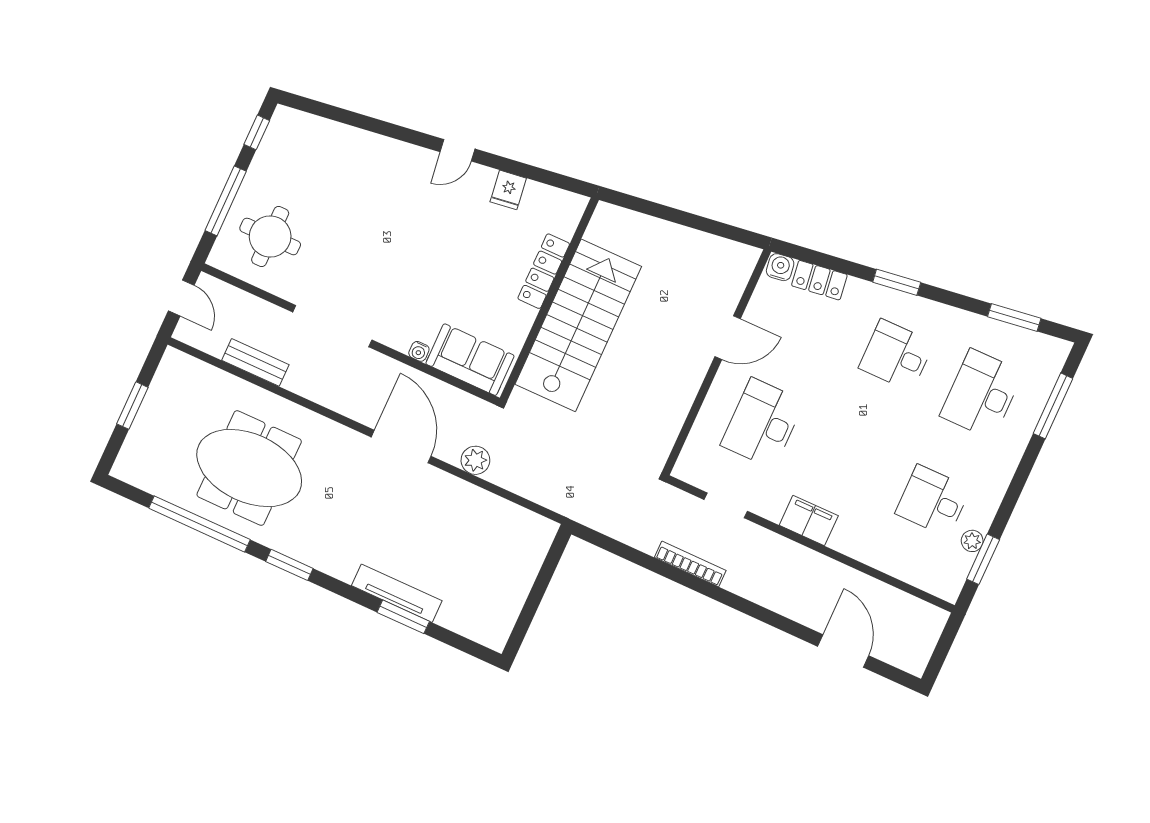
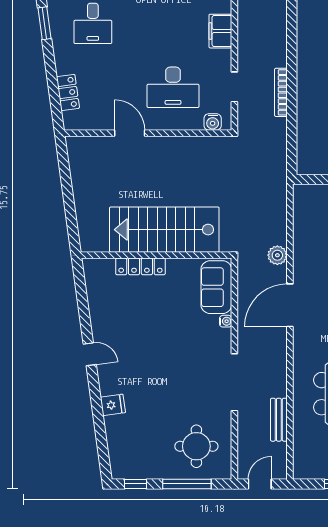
fridge: (508, 190) -> (113, 405), moved
water cooler: (780, 267) -> (213, 122), moved, turned -82
window: (897, 282) -> (45, 23), moved

